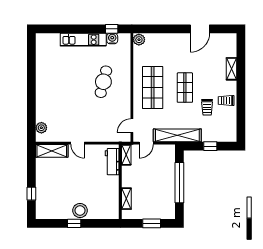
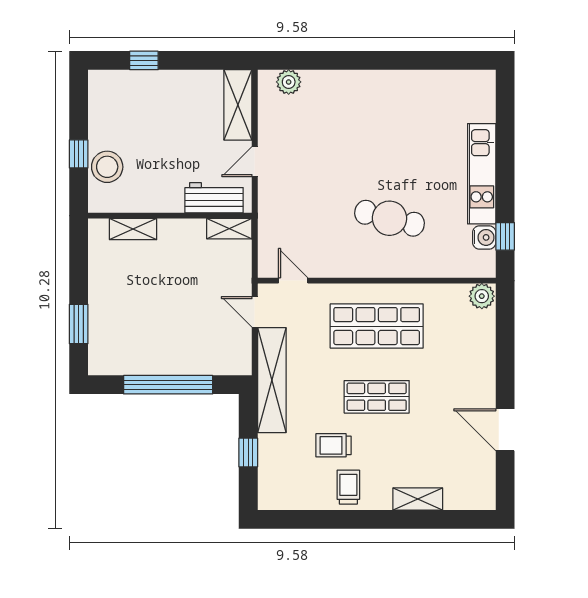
shelving: (126, 155) -> (229, 229), moved
workbench: (112, 162) -> (214, 198), moved
wall: (120, 182) -> (170, 216), moved
shelving: (126, 199) -> (133, 229), moved

